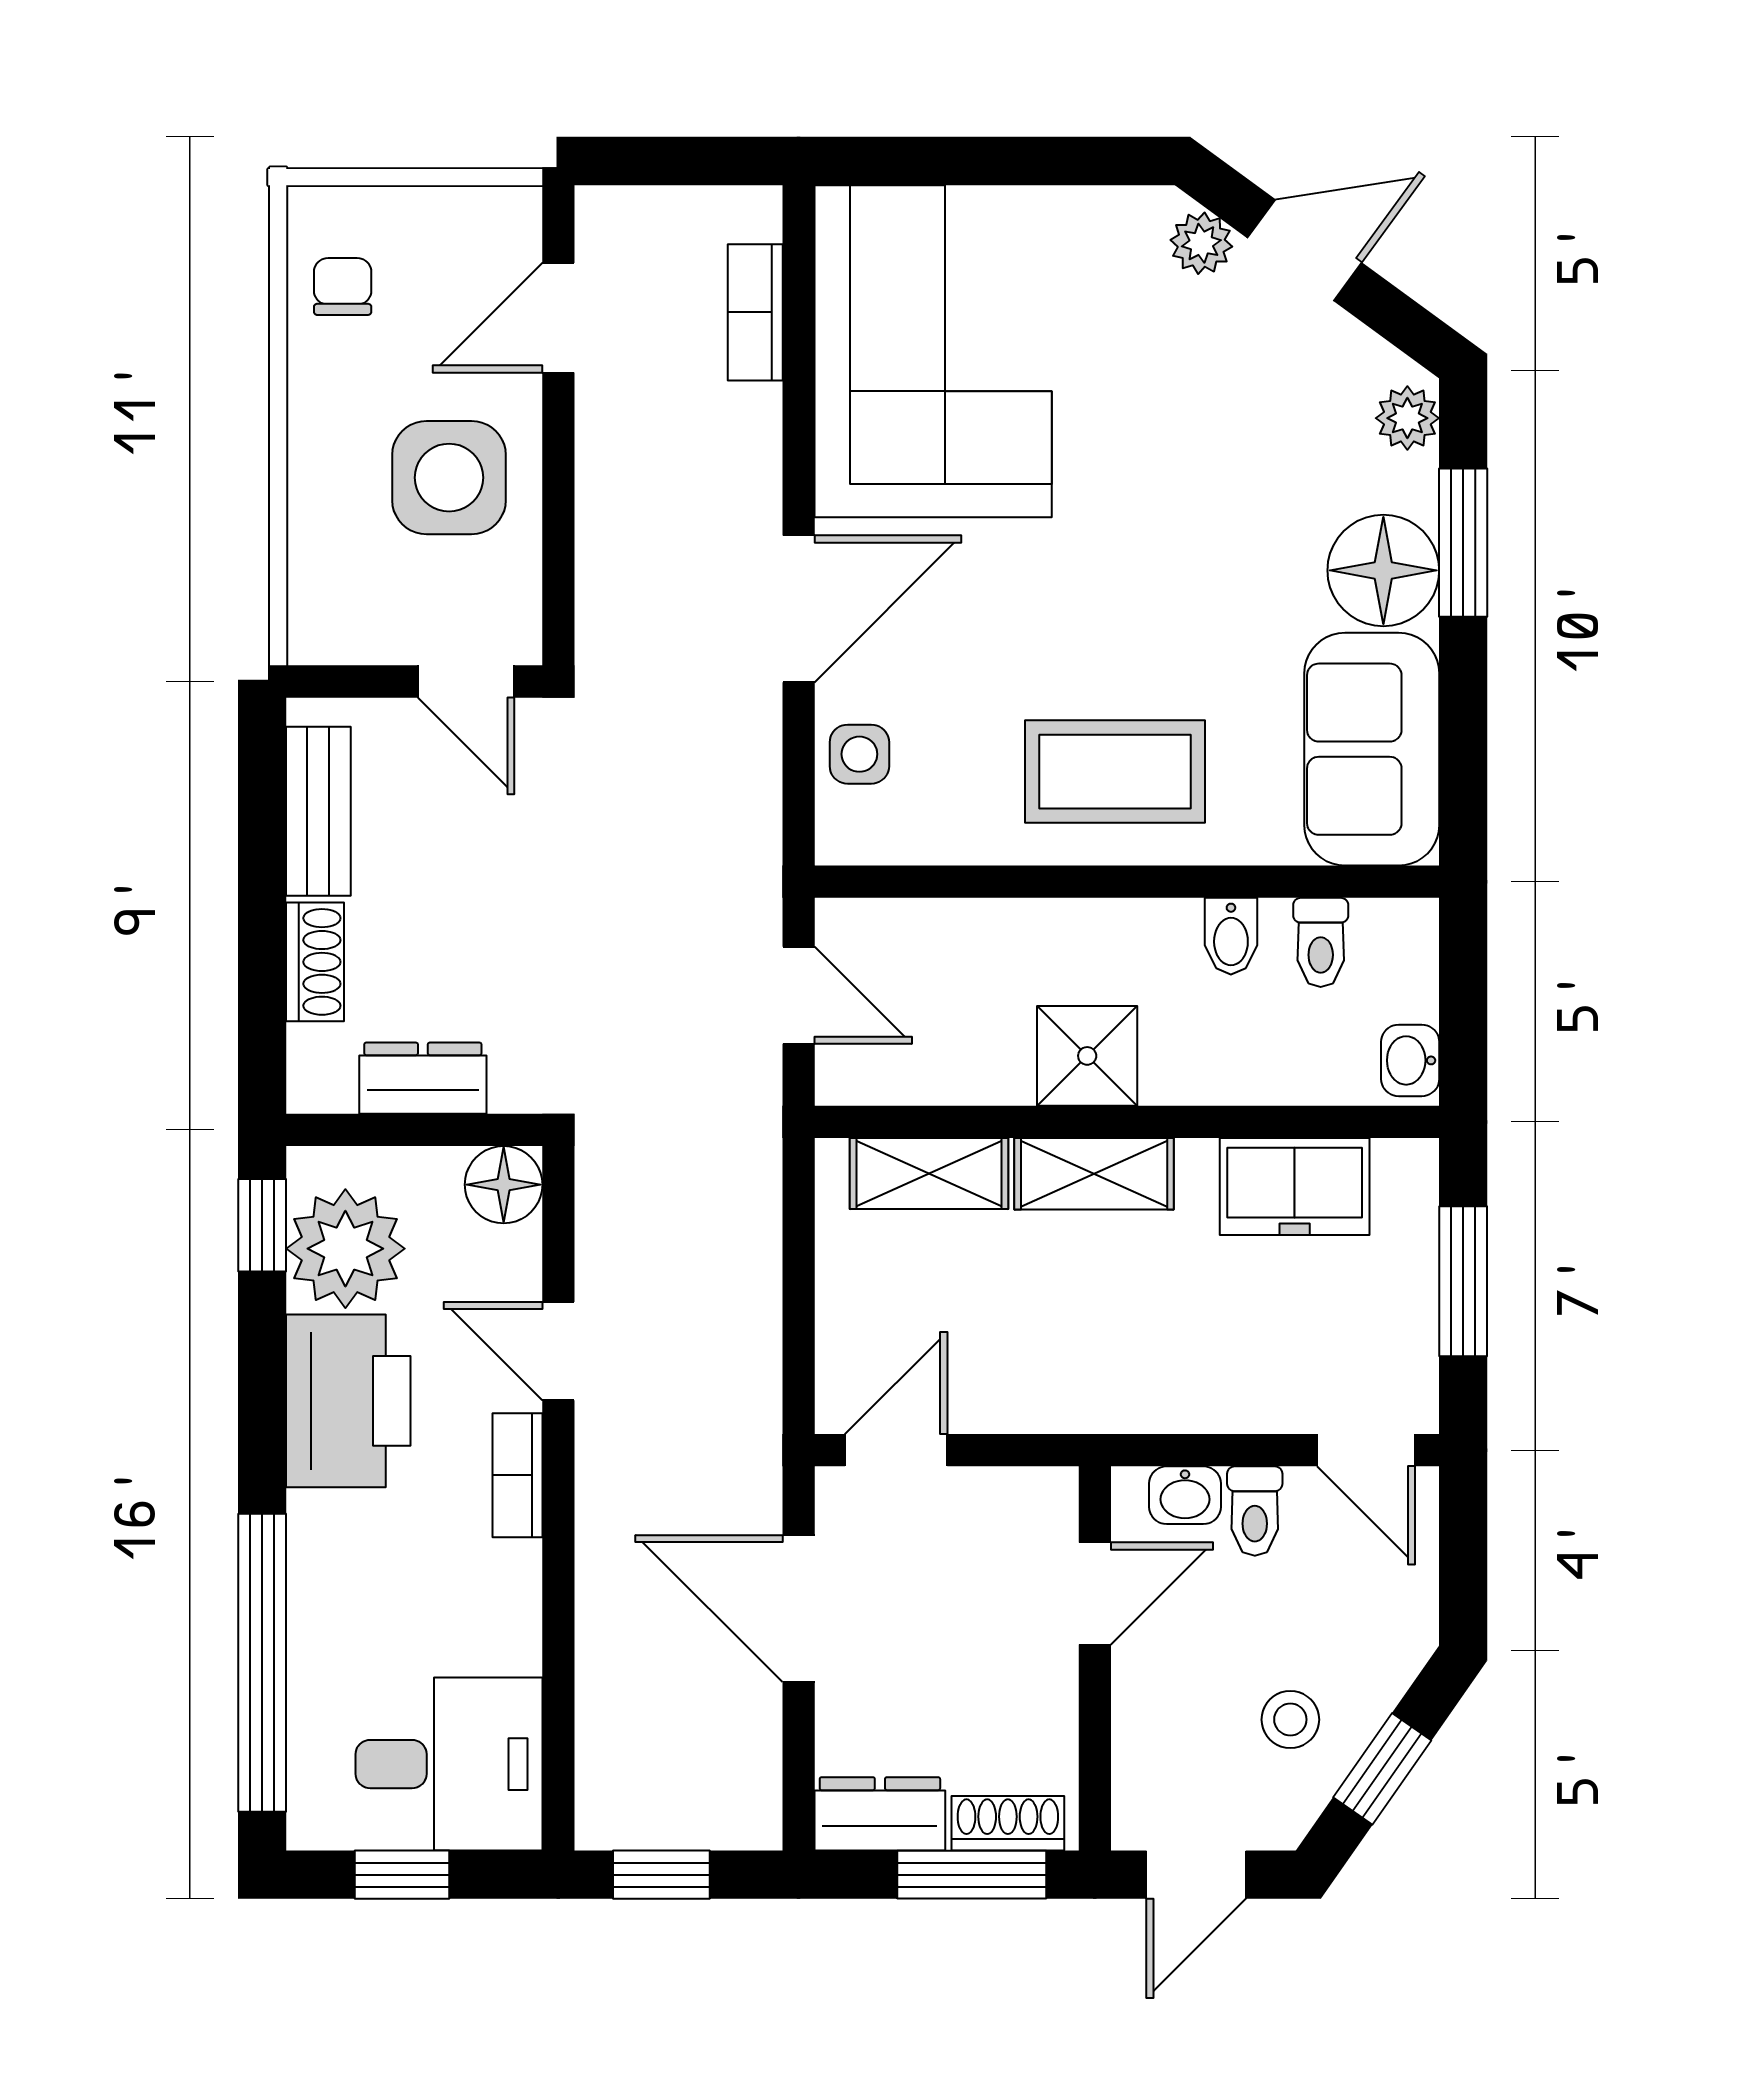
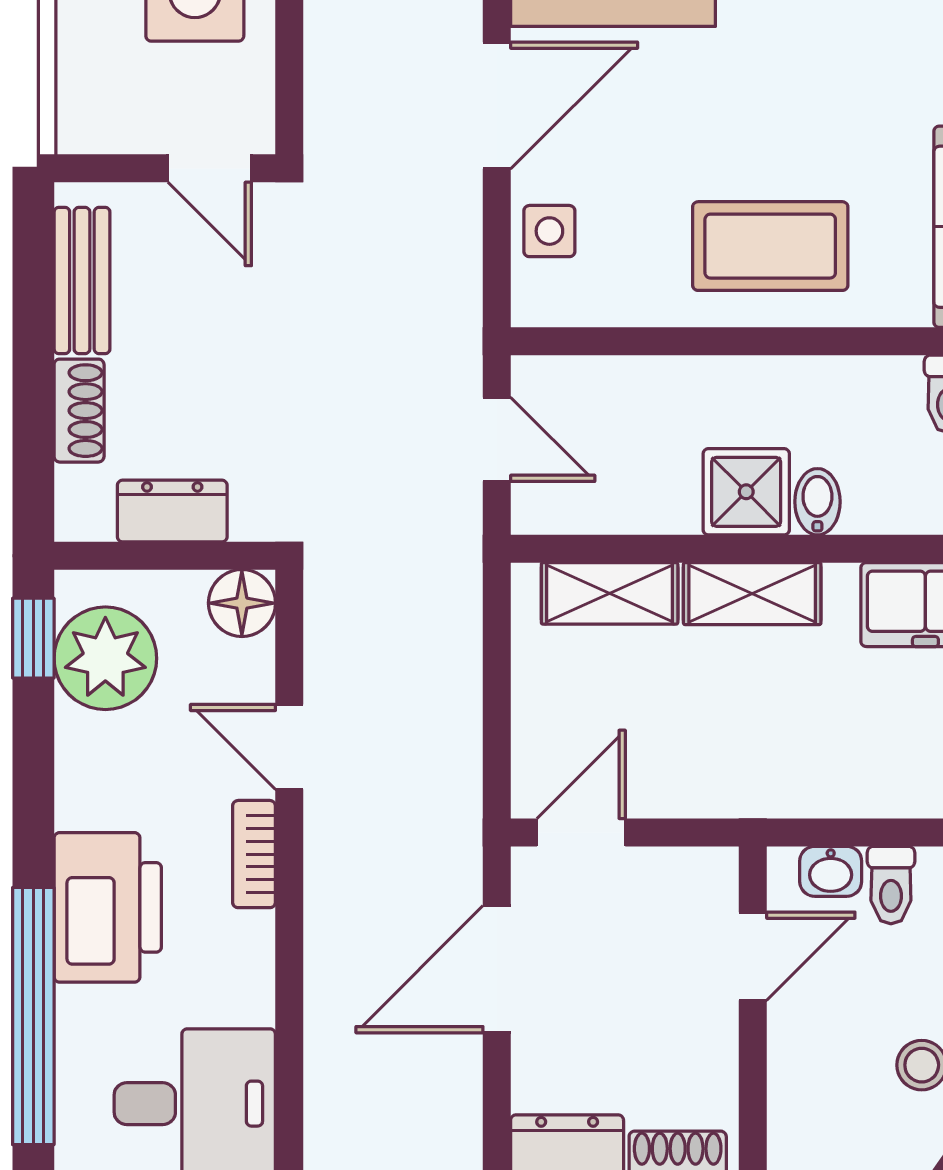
bidet: (1231, 936) -> (817, 502), moved, turned 180
printer: (348, 1401) -> (108, 907), moved
door: (799, 1609) -> (497, 969), hinge flipped

